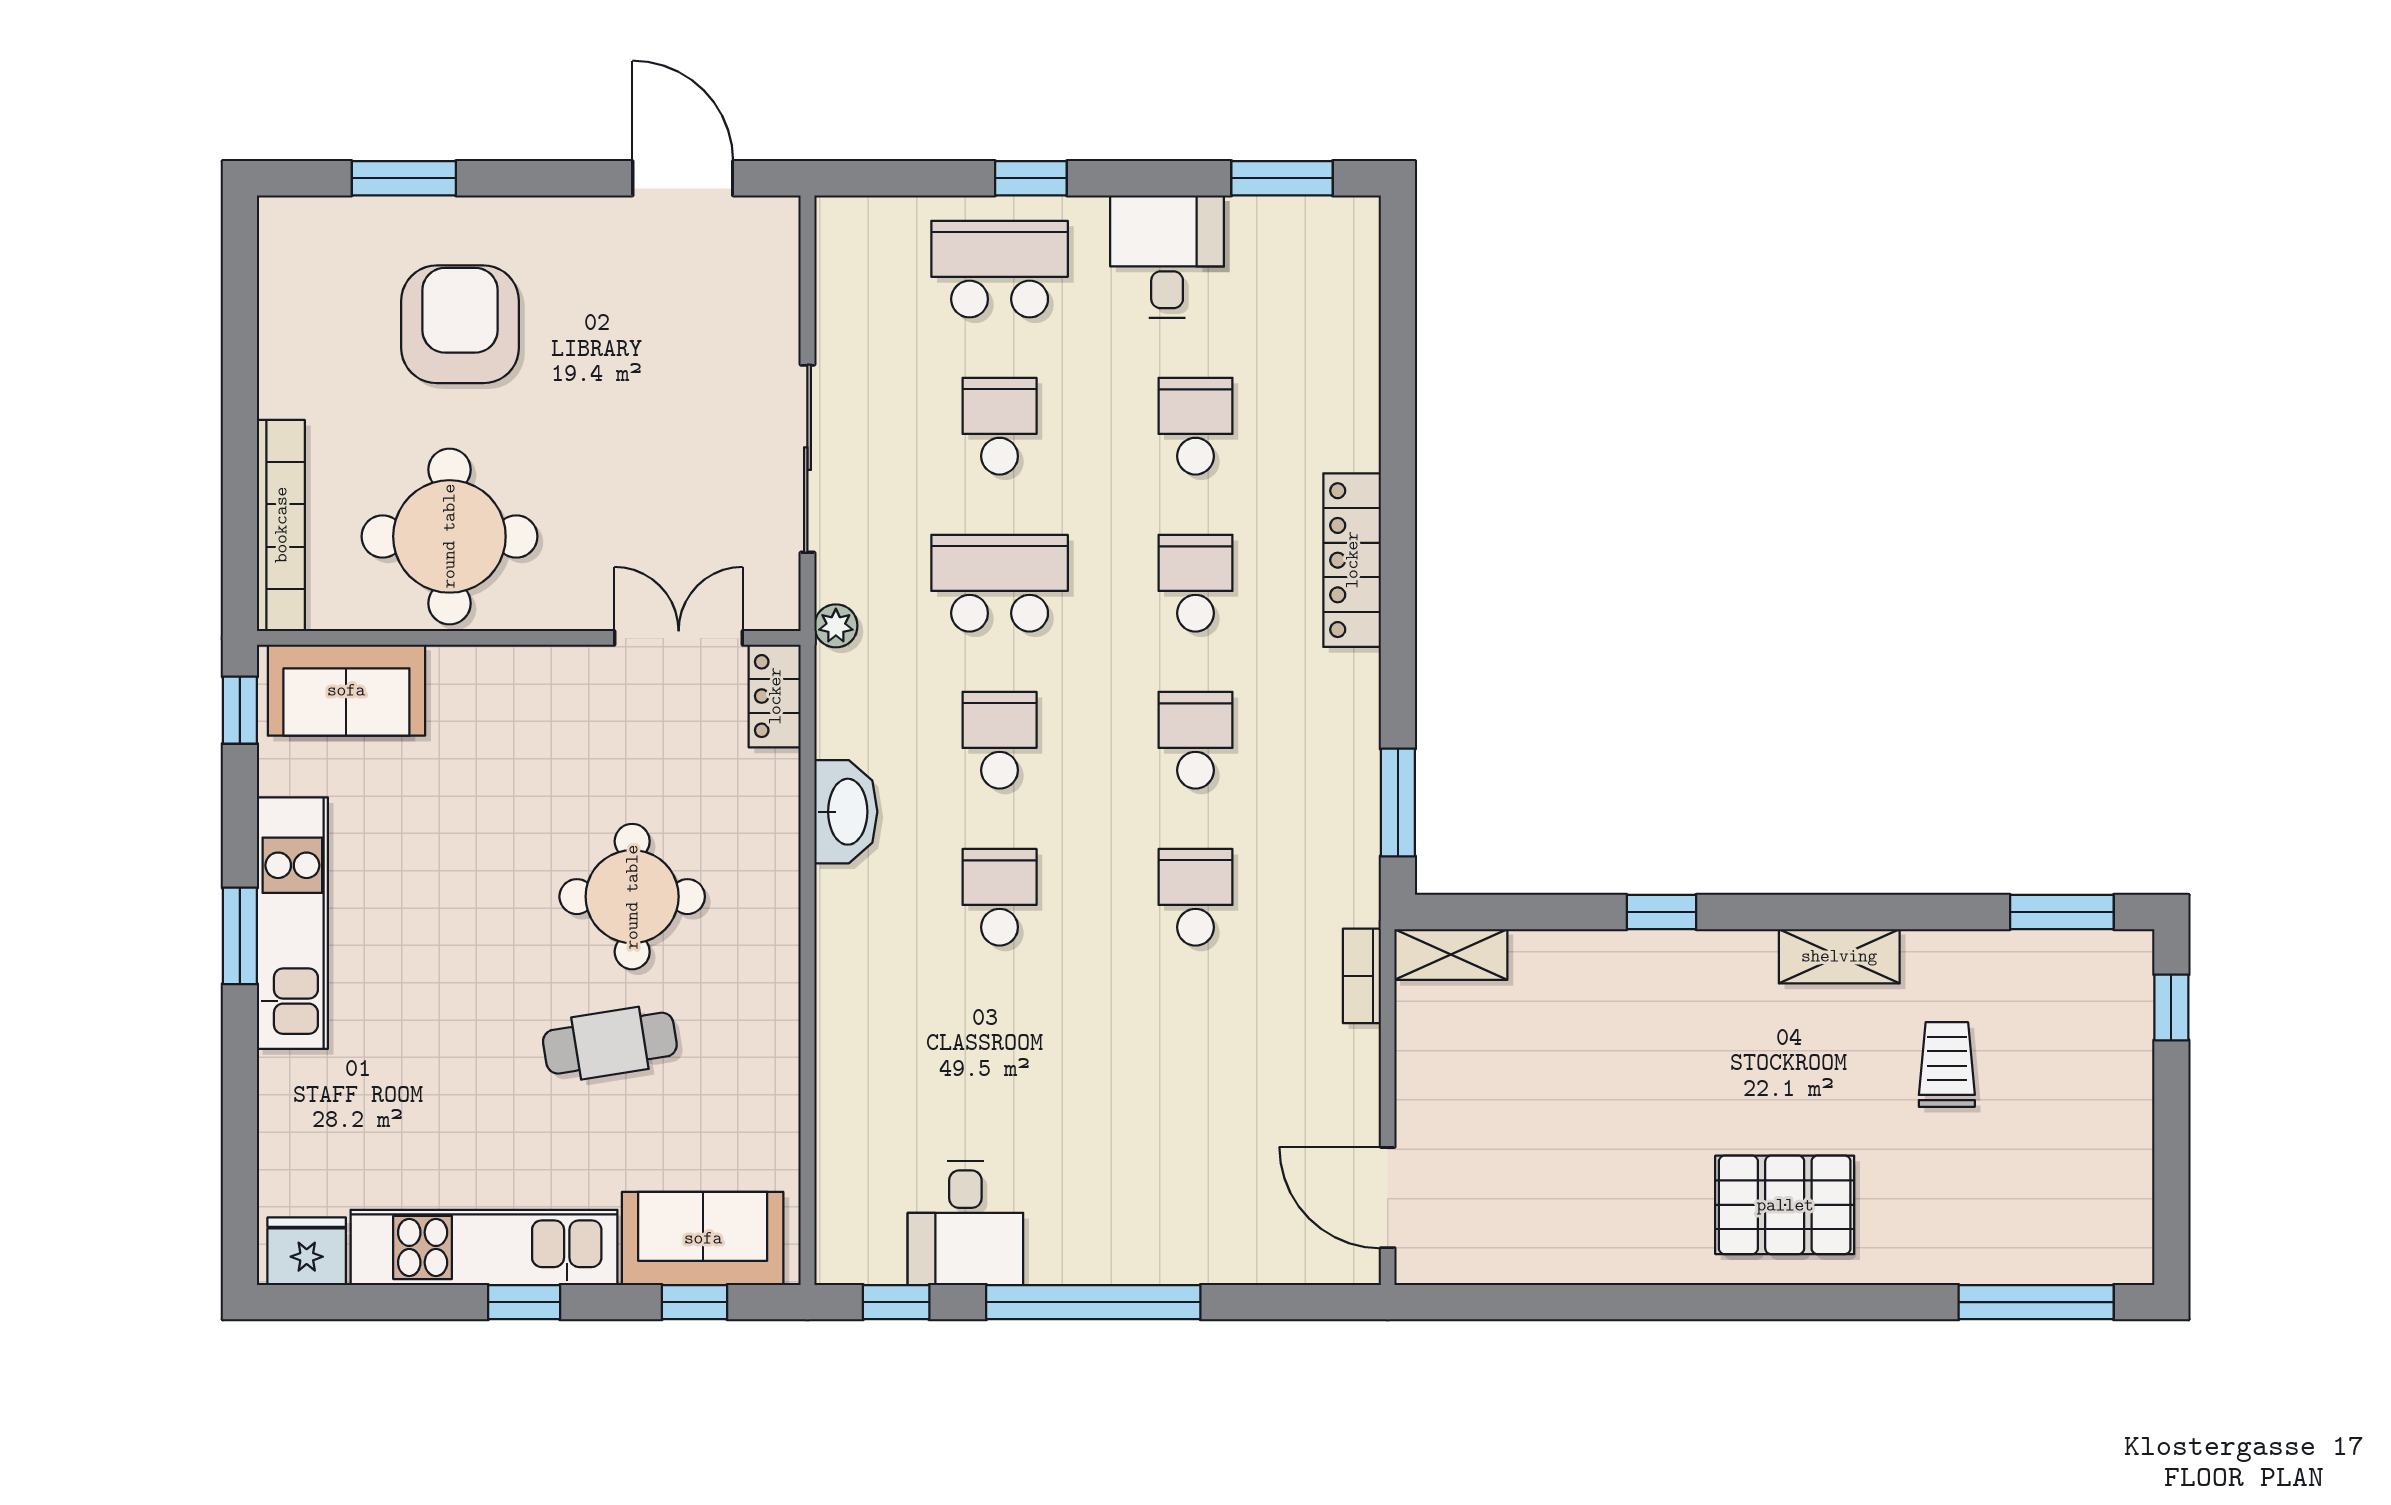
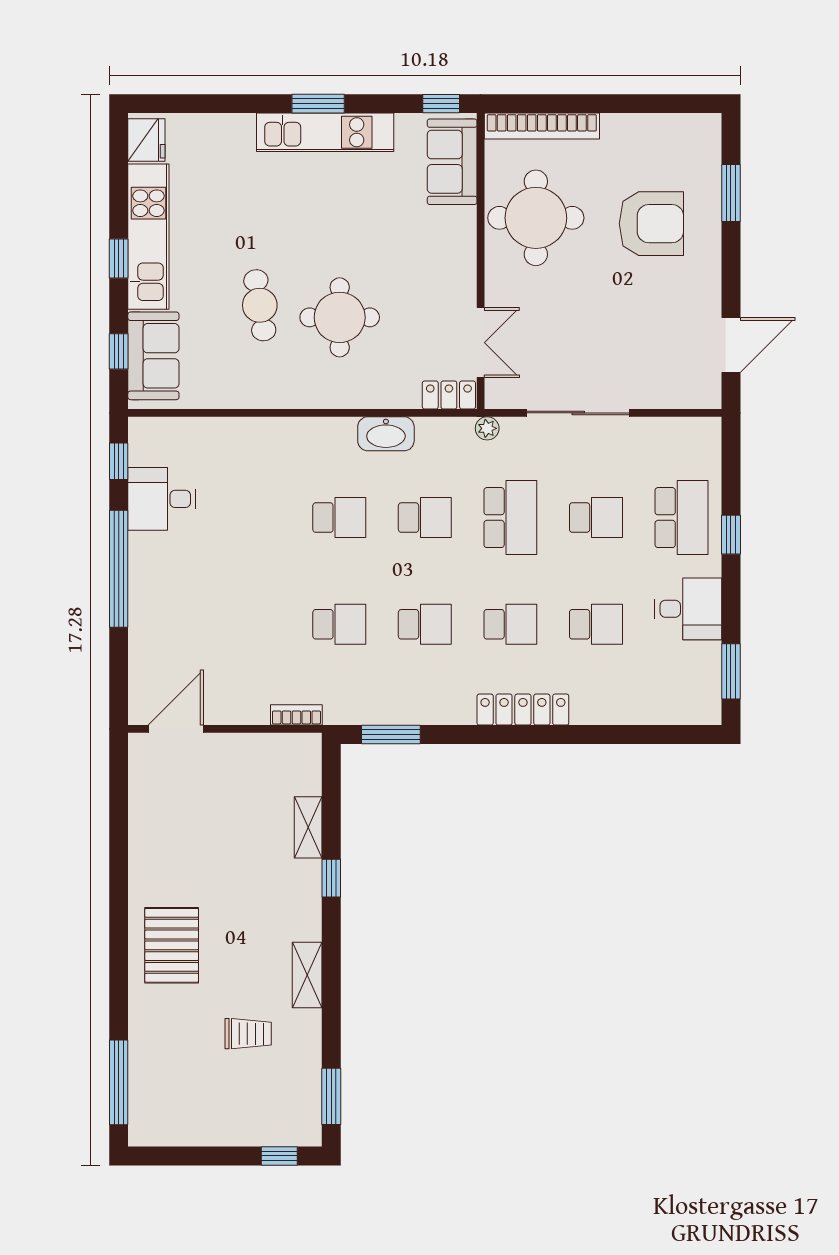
shelving: (1451, 954) -> (308, 827), moved

